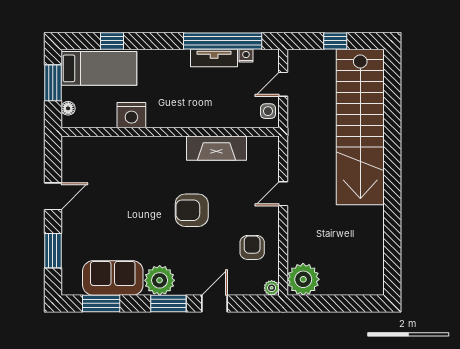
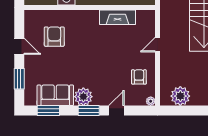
door: (53, 196) -> (19, 46), hinge flipped
armchair: (192, 210) -> (54, 37), moved, turned 90
plant: (303, 279) -> (180, 96), moved

